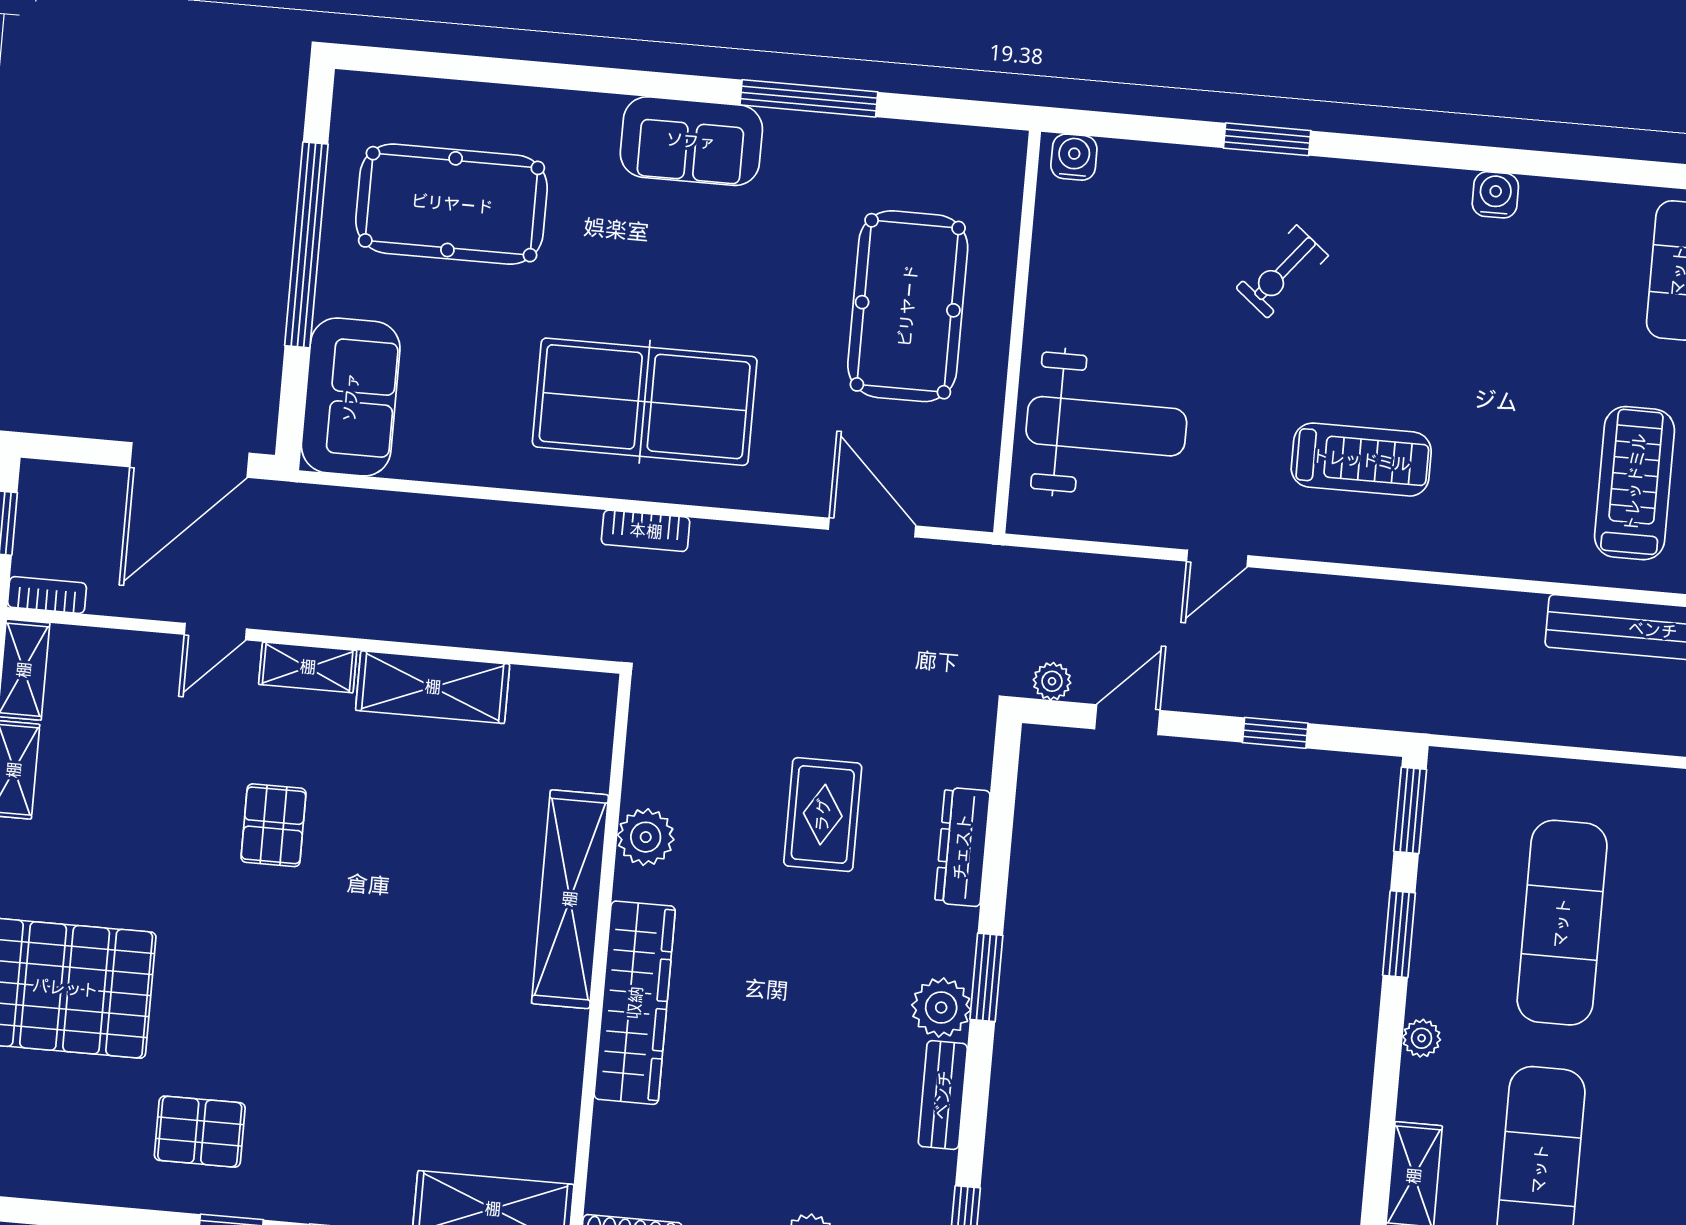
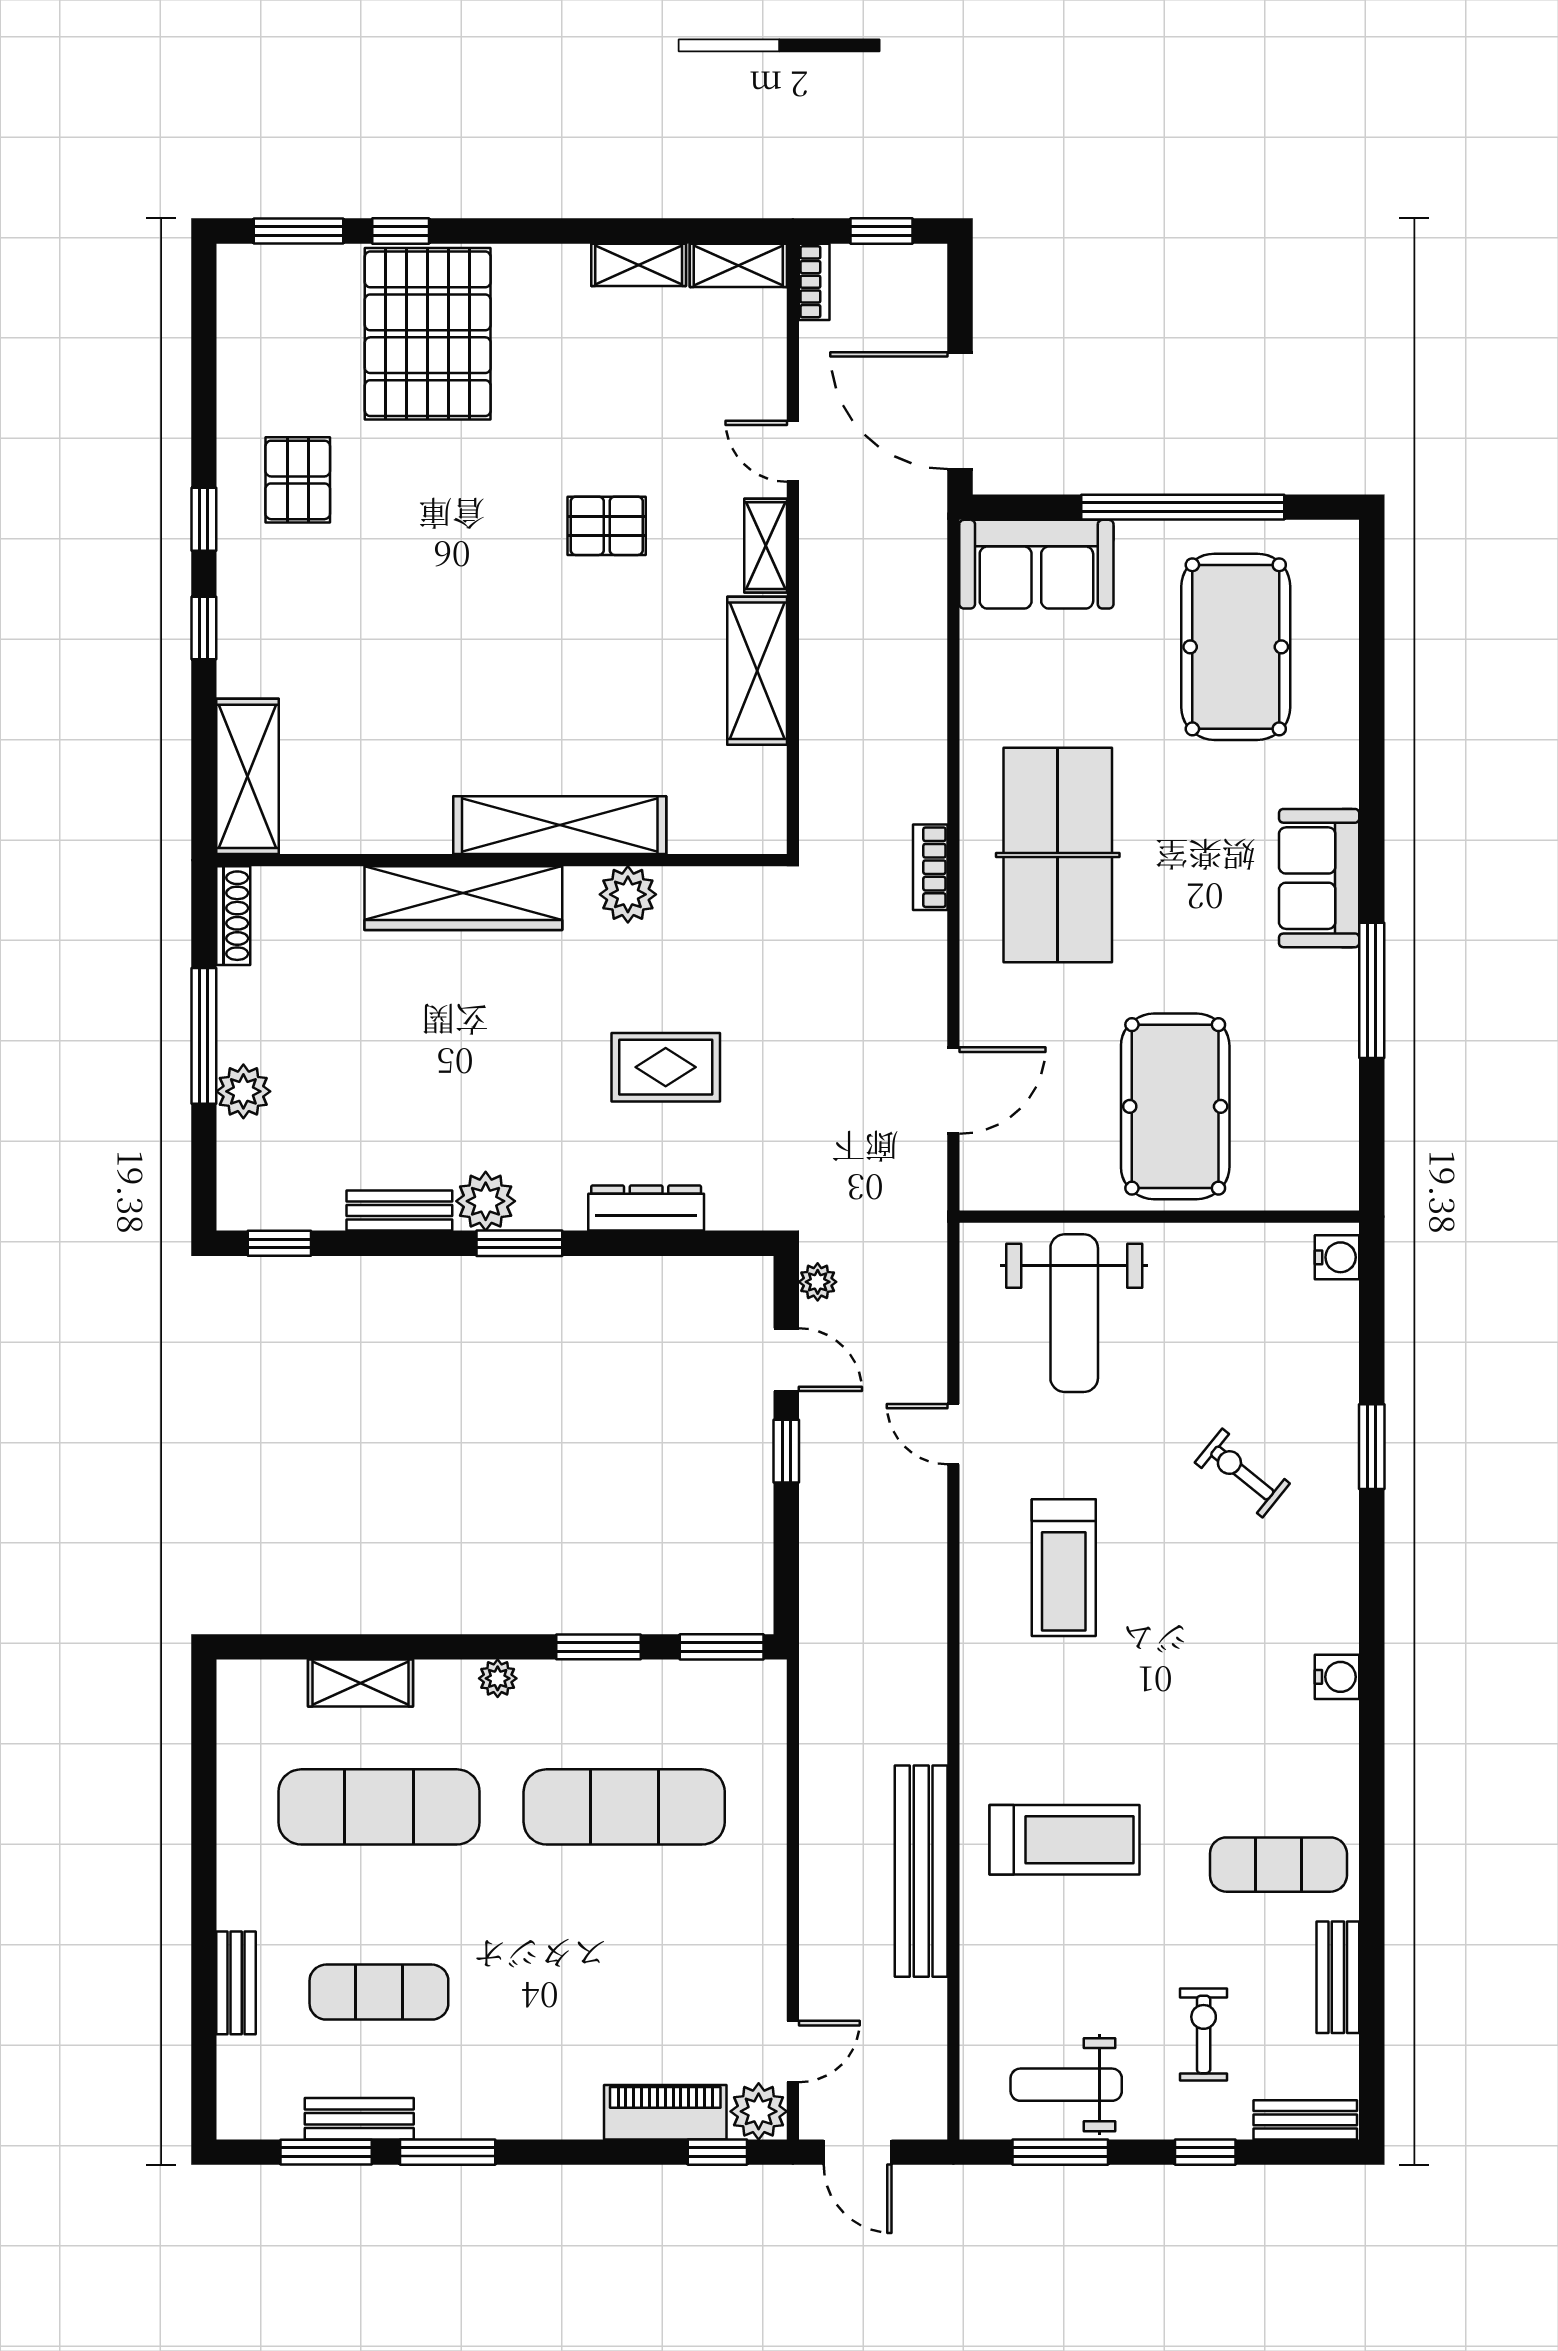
pool table: (908, 306) -> (1175, 1106), turned 90
window: (1275, 733) -> (786, 1451), moved

